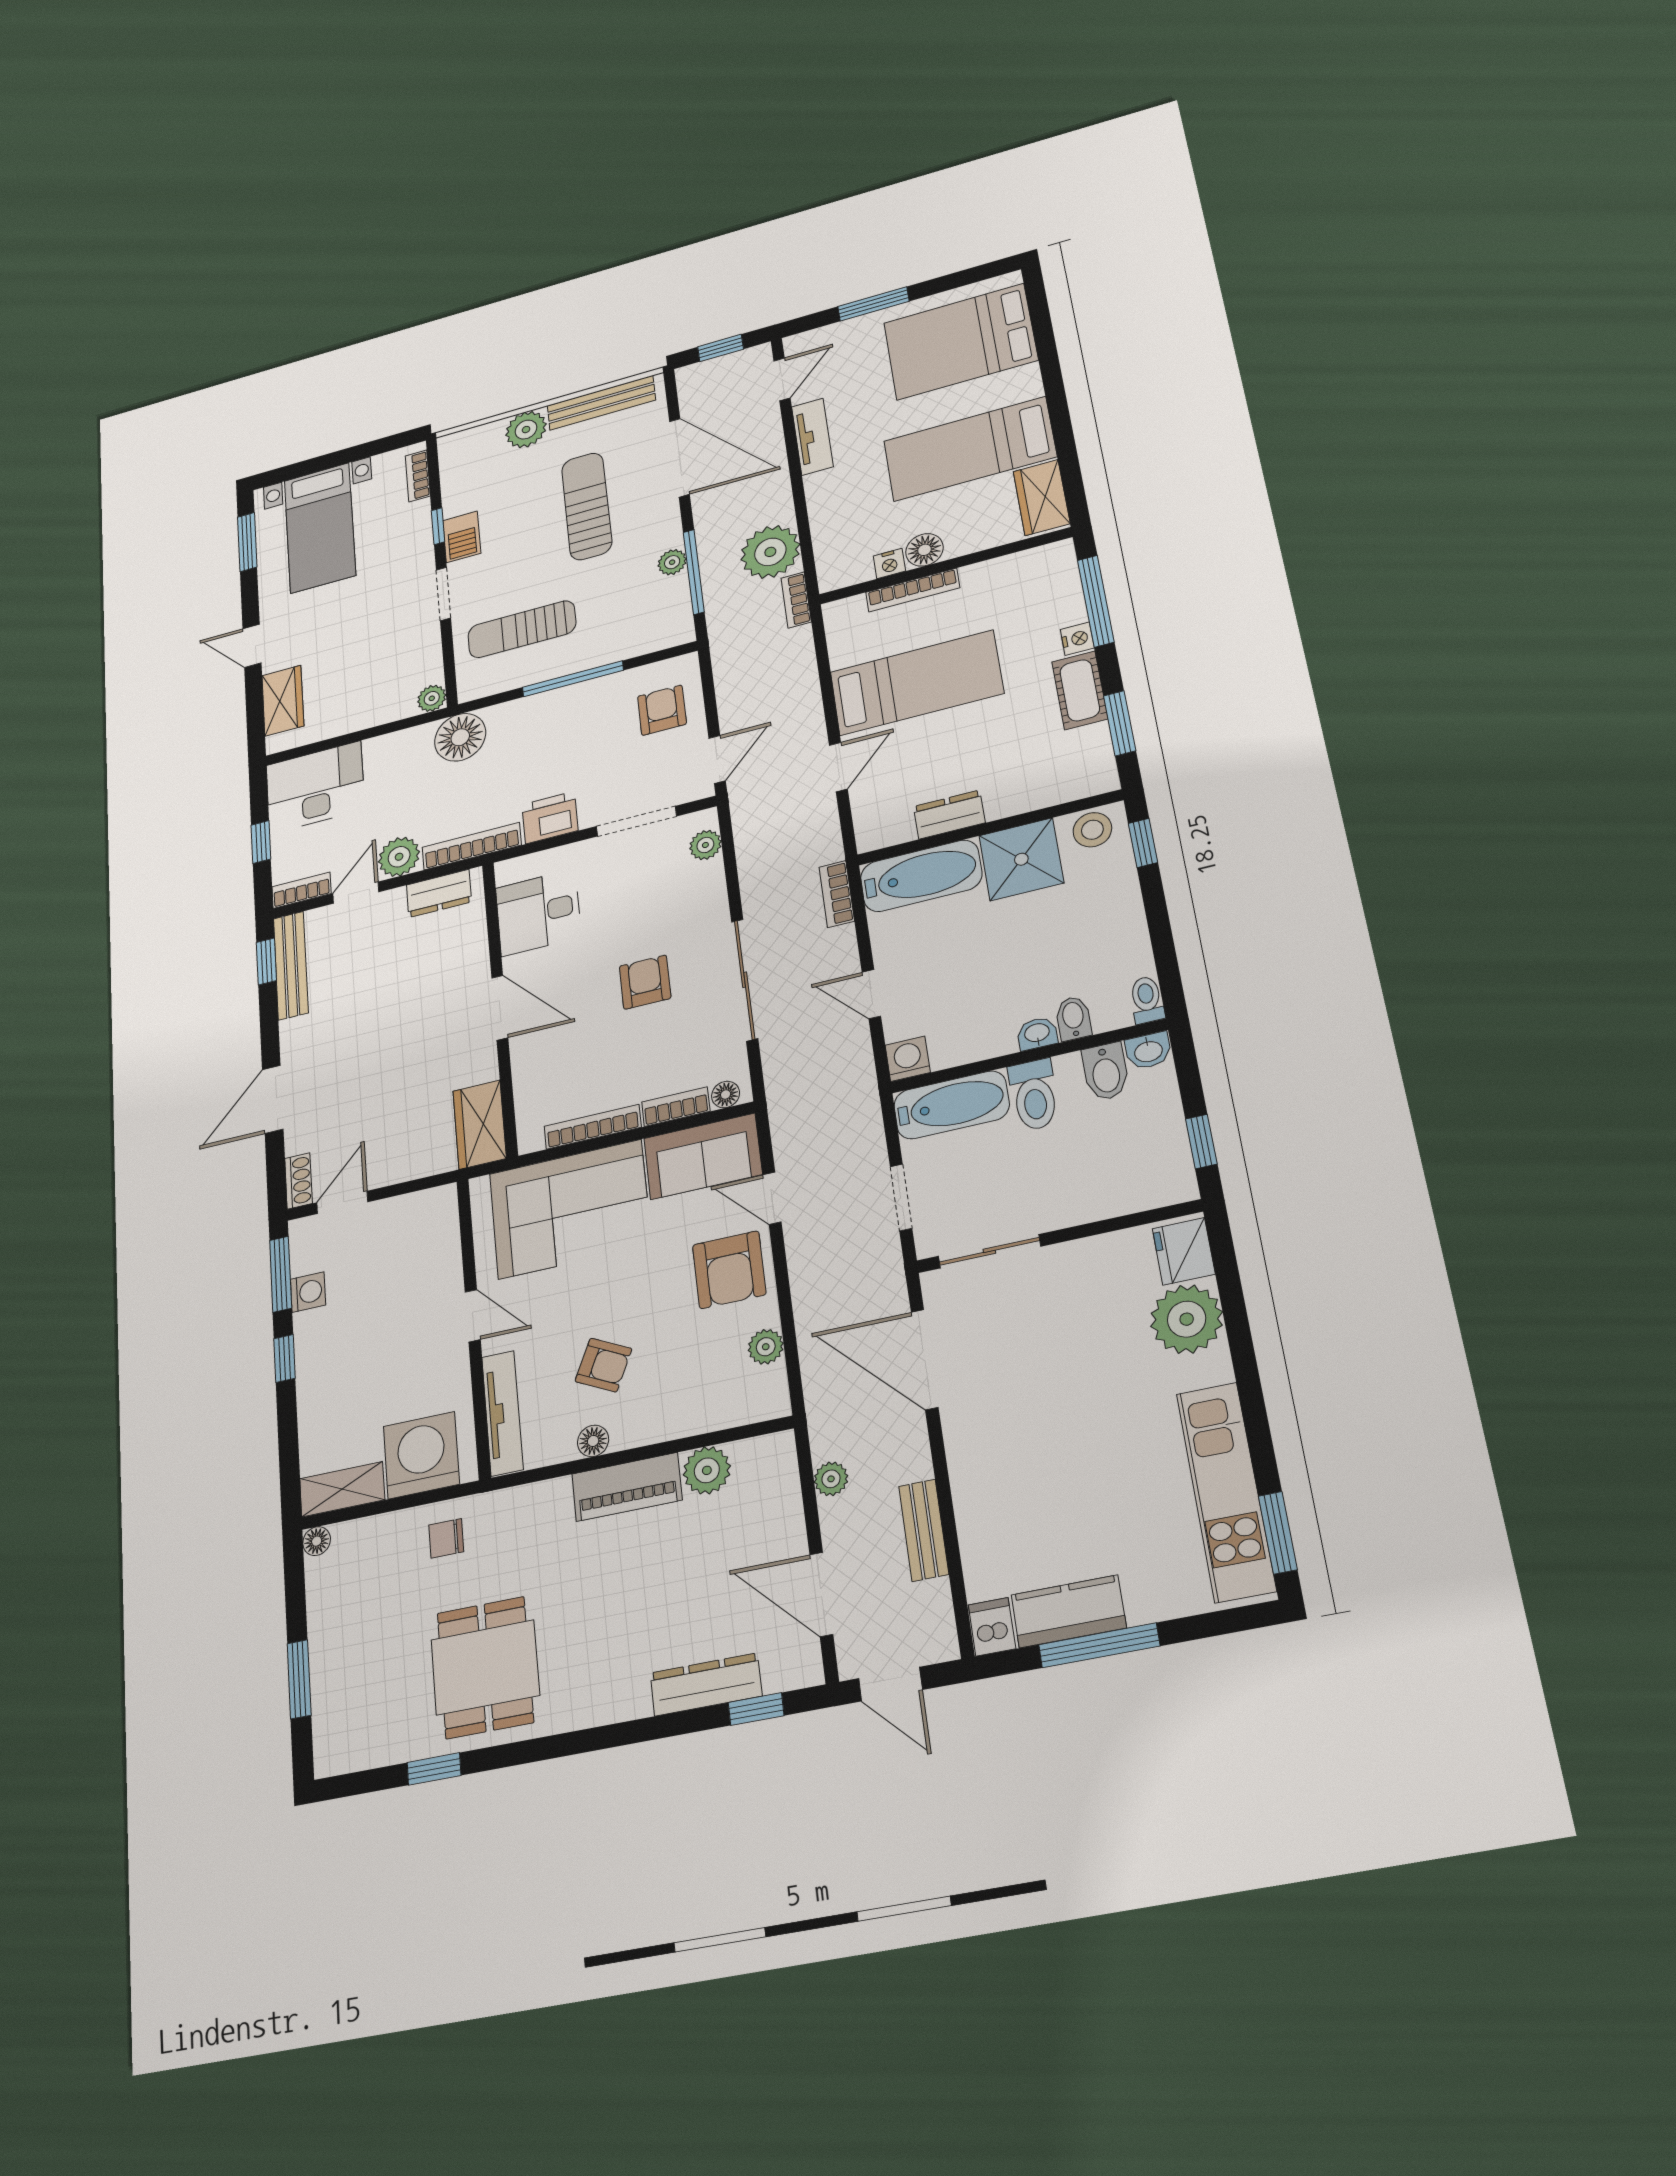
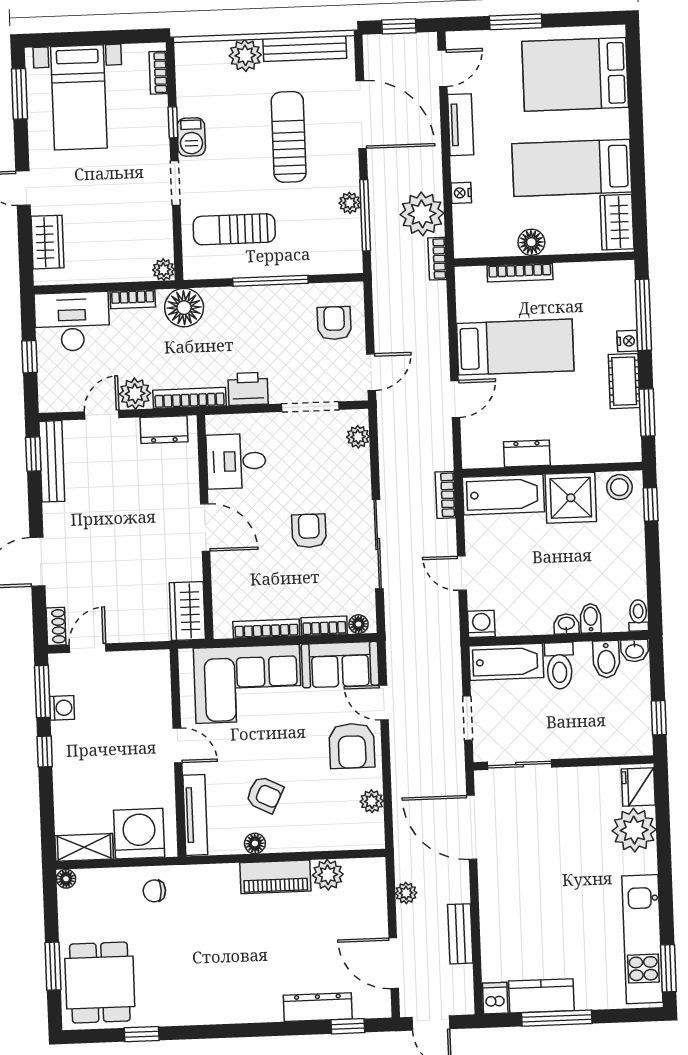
nightstand: (889, 564) -> (461, 193), moved, turned 90
bookcase: (301, 890) -> (133, 299), moved, turned 180
dining table: (485, 1667) -> (100, 983), moved

